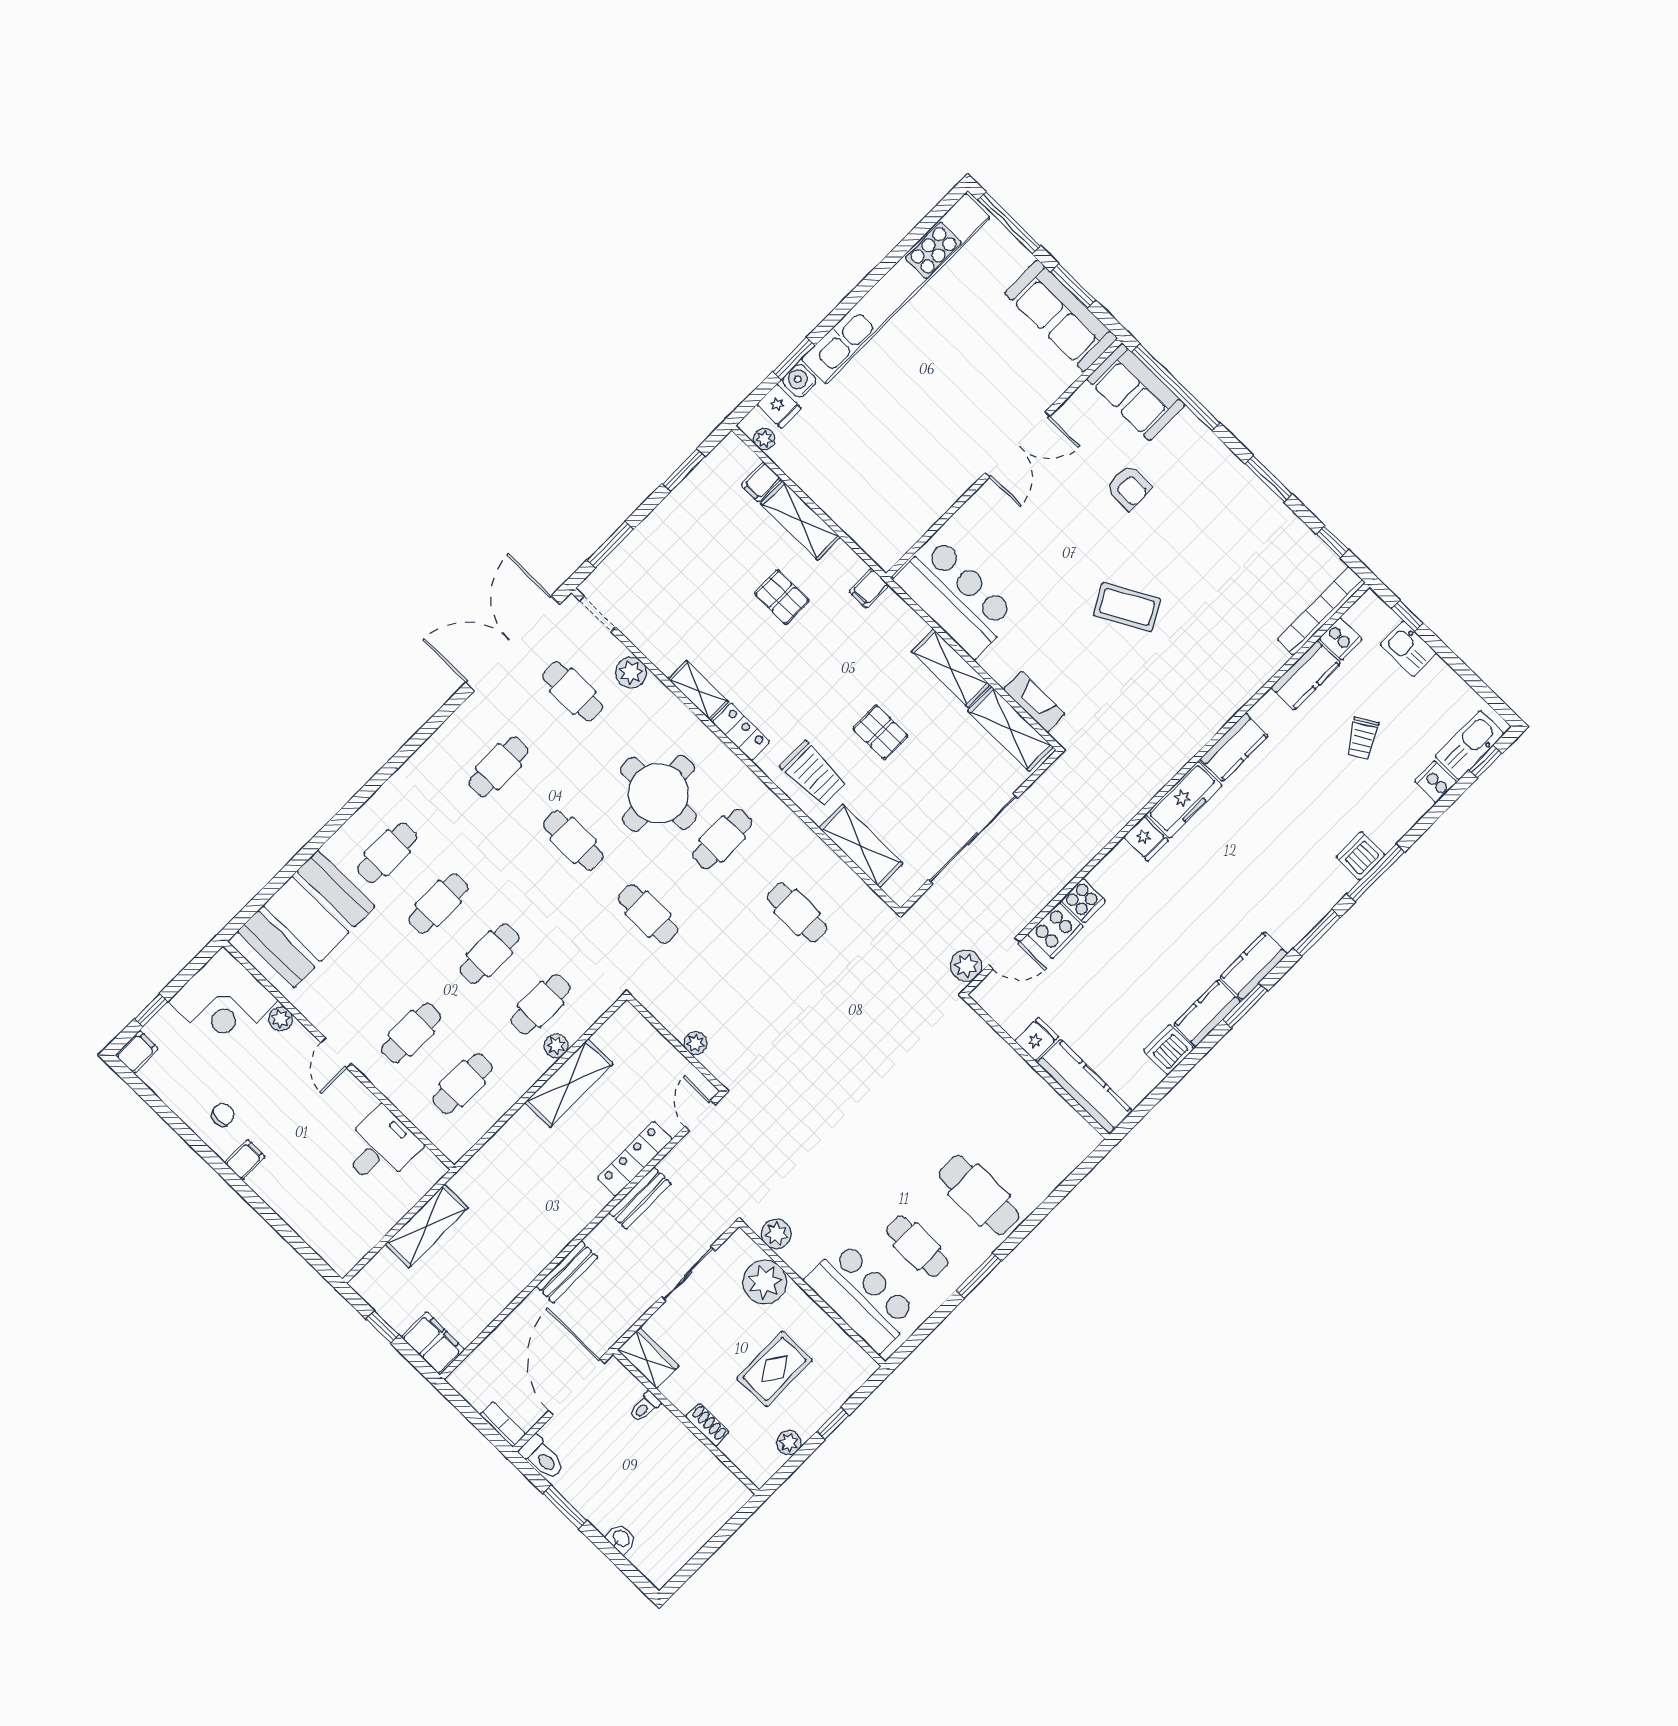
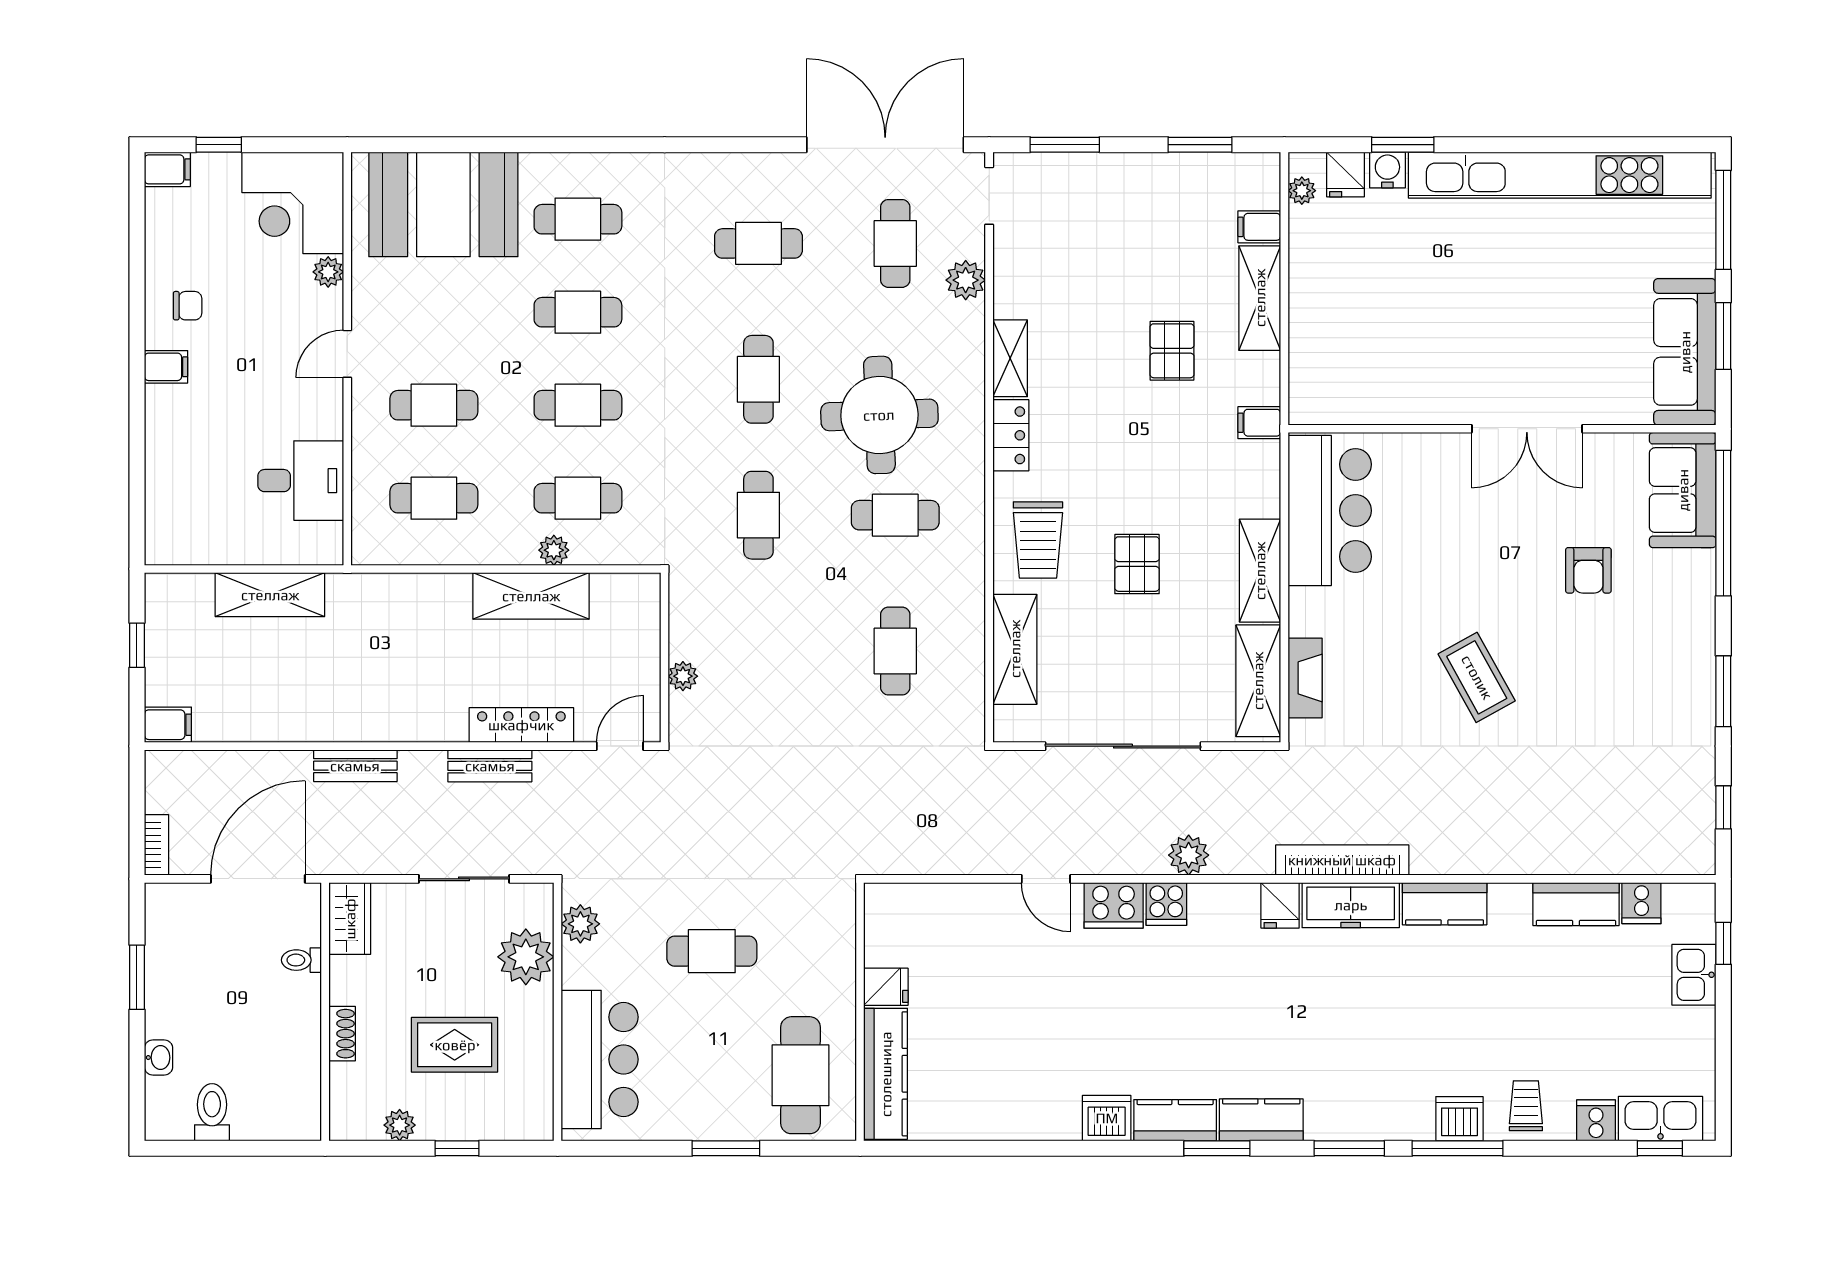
bookcase: (1321, 611) -> (1342, 860), moved
trolley: (1363, 738) -> (1526, 1106), moved, turned 122
plant: (966, 966) -> (1189, 855), moved
fridge: (1037, 1039) -> (886, 987), moved
wall: (1036, 1067) -> (860, 1012), moved
kitchen counter: (1084, 1086) -> (886, 1074), moved
cafe table: (917, 1246) -> (712, 951), moved, turned 90
filing cabinet: (433, 1343) -> (168, 725), width x0.50
toilet: (542, 1457) -> (212, 1112), moved, turned 180

